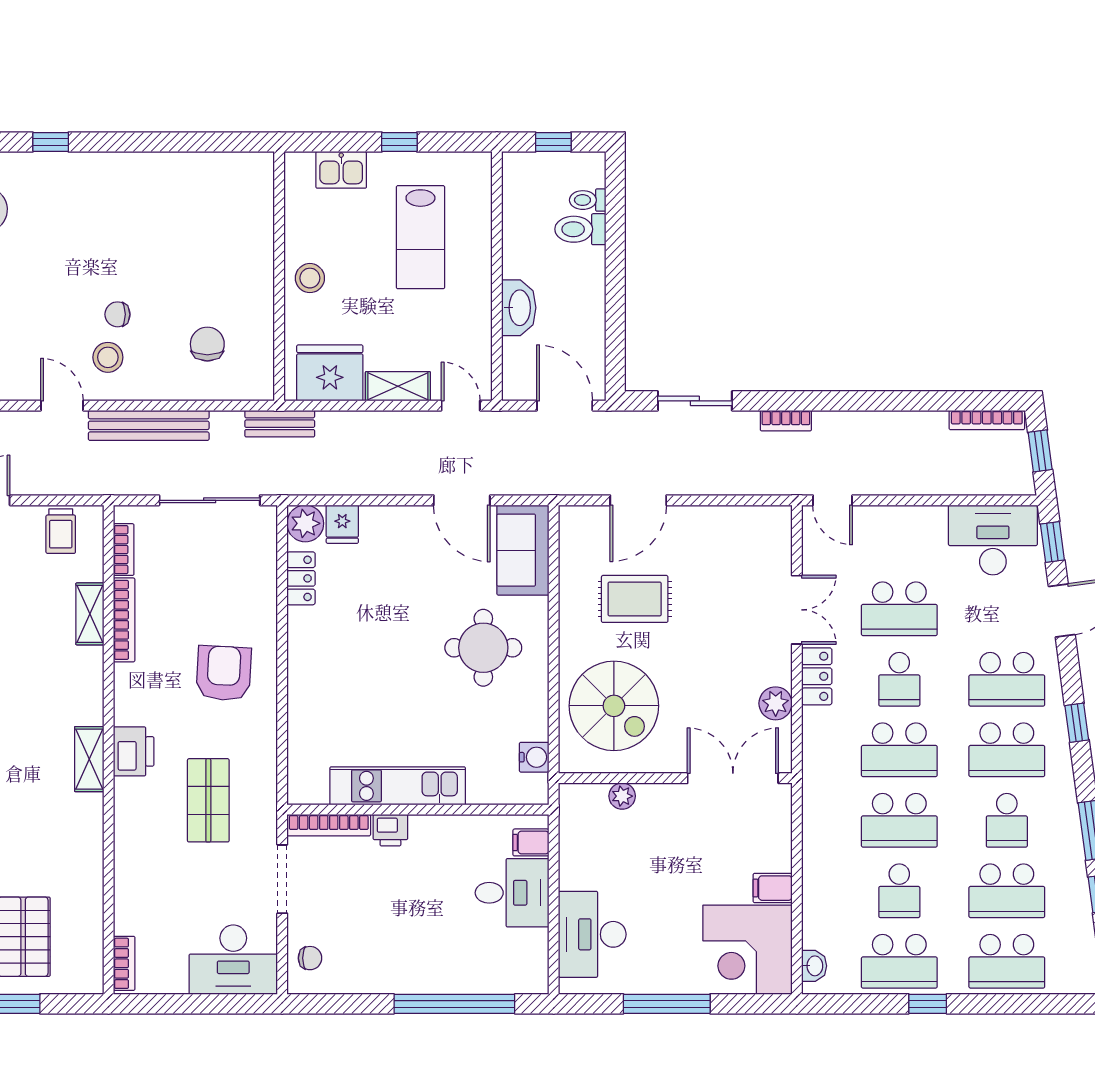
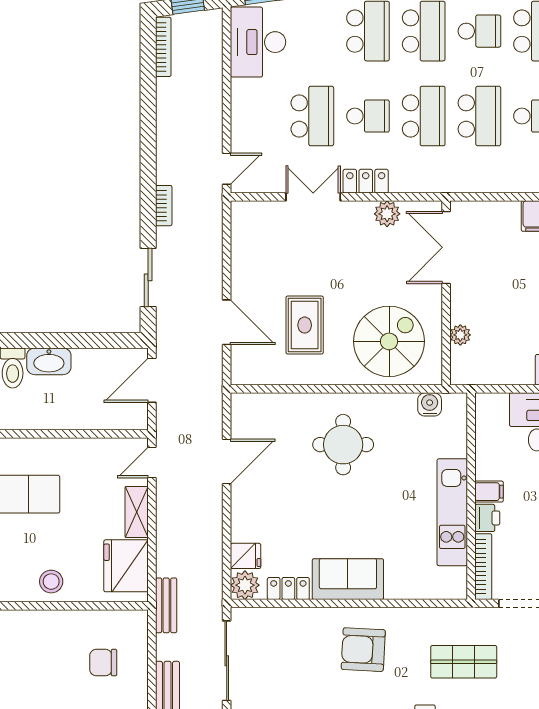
washbasin: (519, 308) -> (49, 361), moved, turned 180
sofa: (523, 550) -> (348, 579), moved, turned 180
filing cabinet: (531, 842) -> (489, 492), moved, turned -90

